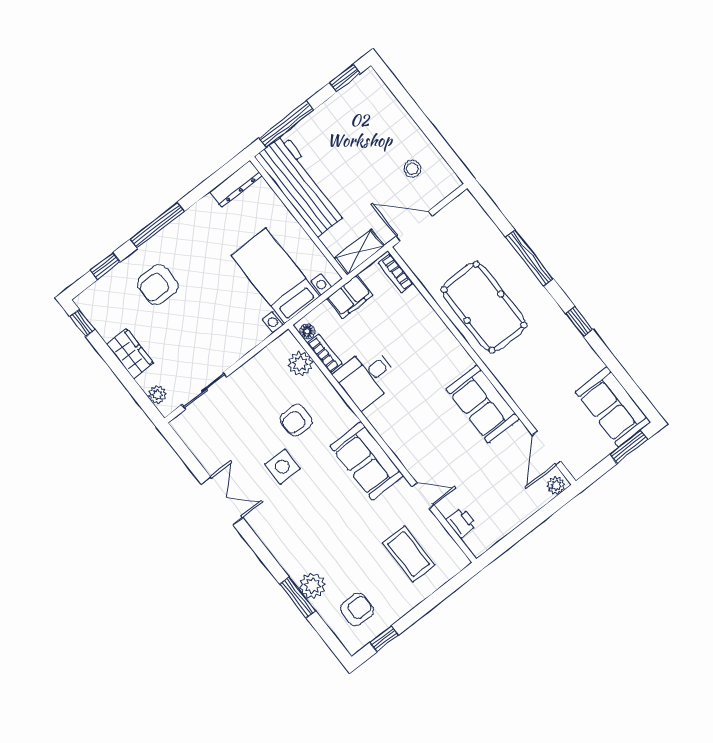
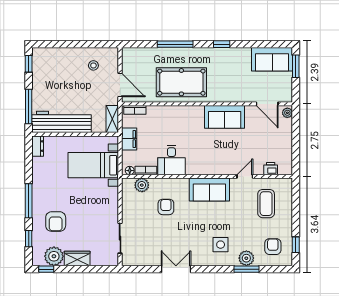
dresser: (236, 184) -> (38, 146), width x0.70
door: (414, 226) -> (120, 85), swing flipped
plant: (157, 395) -> (54, 256), moved, width x1.87, depth x1.87
armchair: (296, 420) -> (166, 207), turned 180
side table: (282, 467) -> (221, 245), moved
coffee table: (409, 554) -> (266, 204), turned 90

